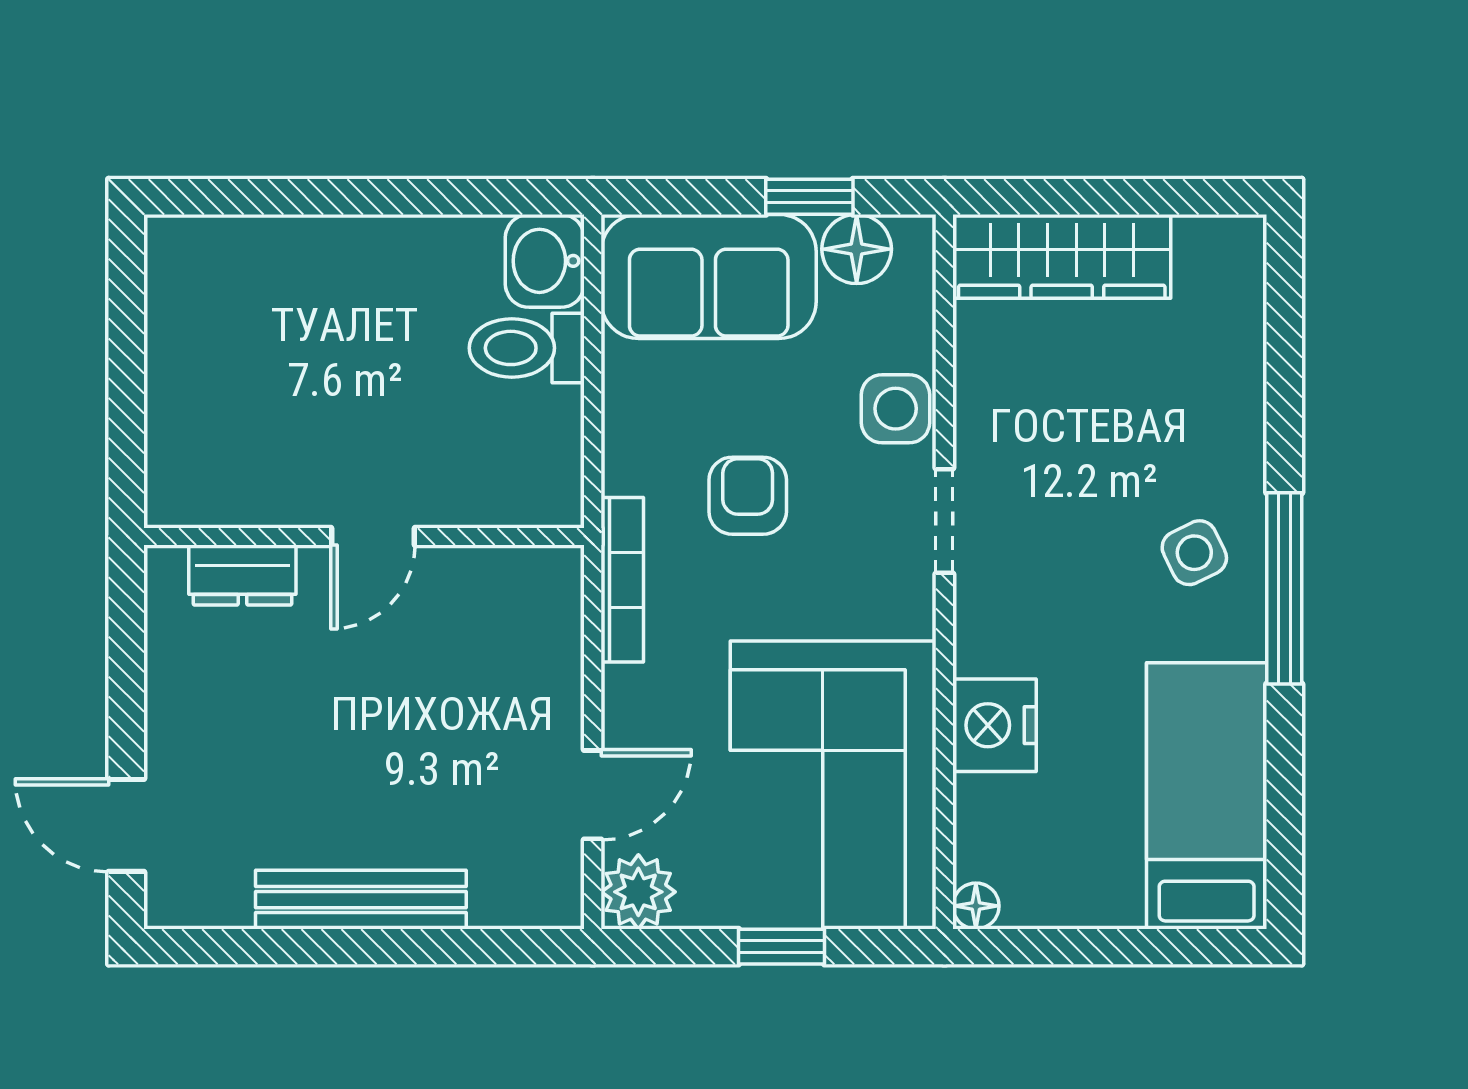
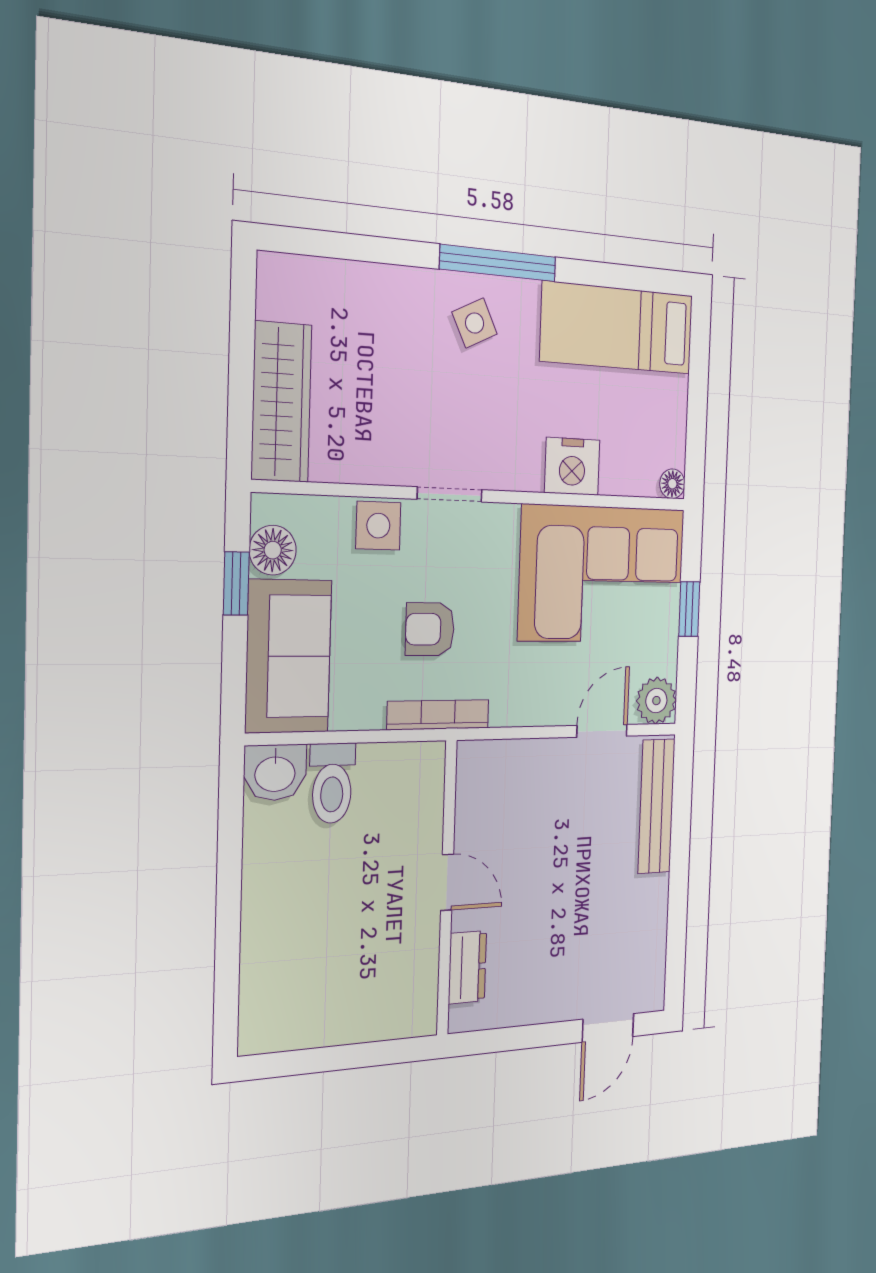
bookcase: (622, 580) -> (438, 715), moved
door: (593, 795) -> (602, 731), hinge flipped
bench: (361, 900) -> (656, 806), moved

